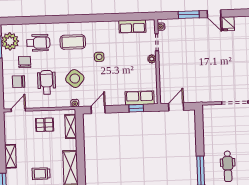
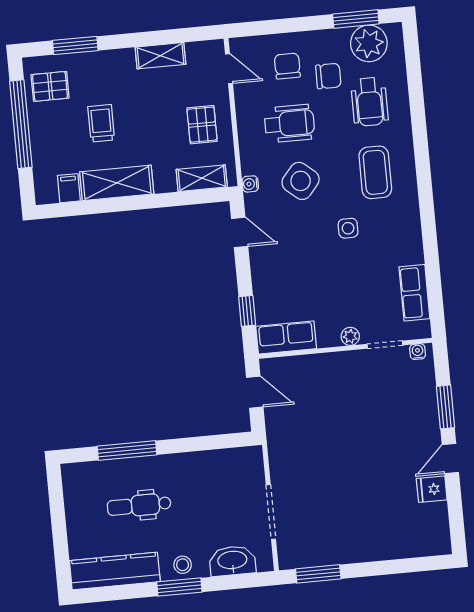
row of seats: (140, 98) -> (286, 338), moved, turned -90
shelving: (10, 156) -> (160, 56), moved

